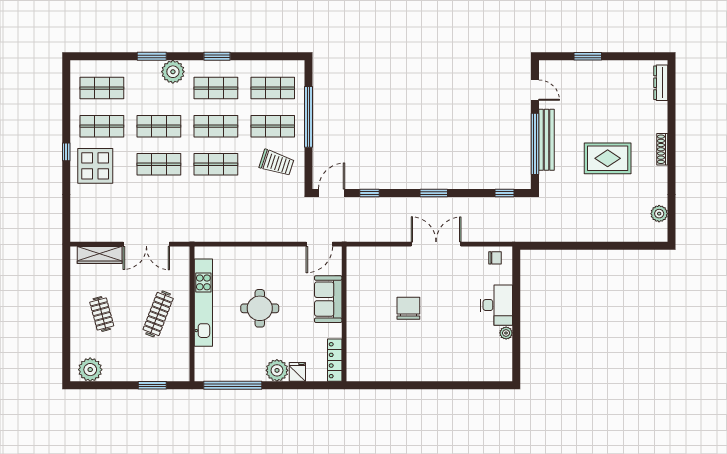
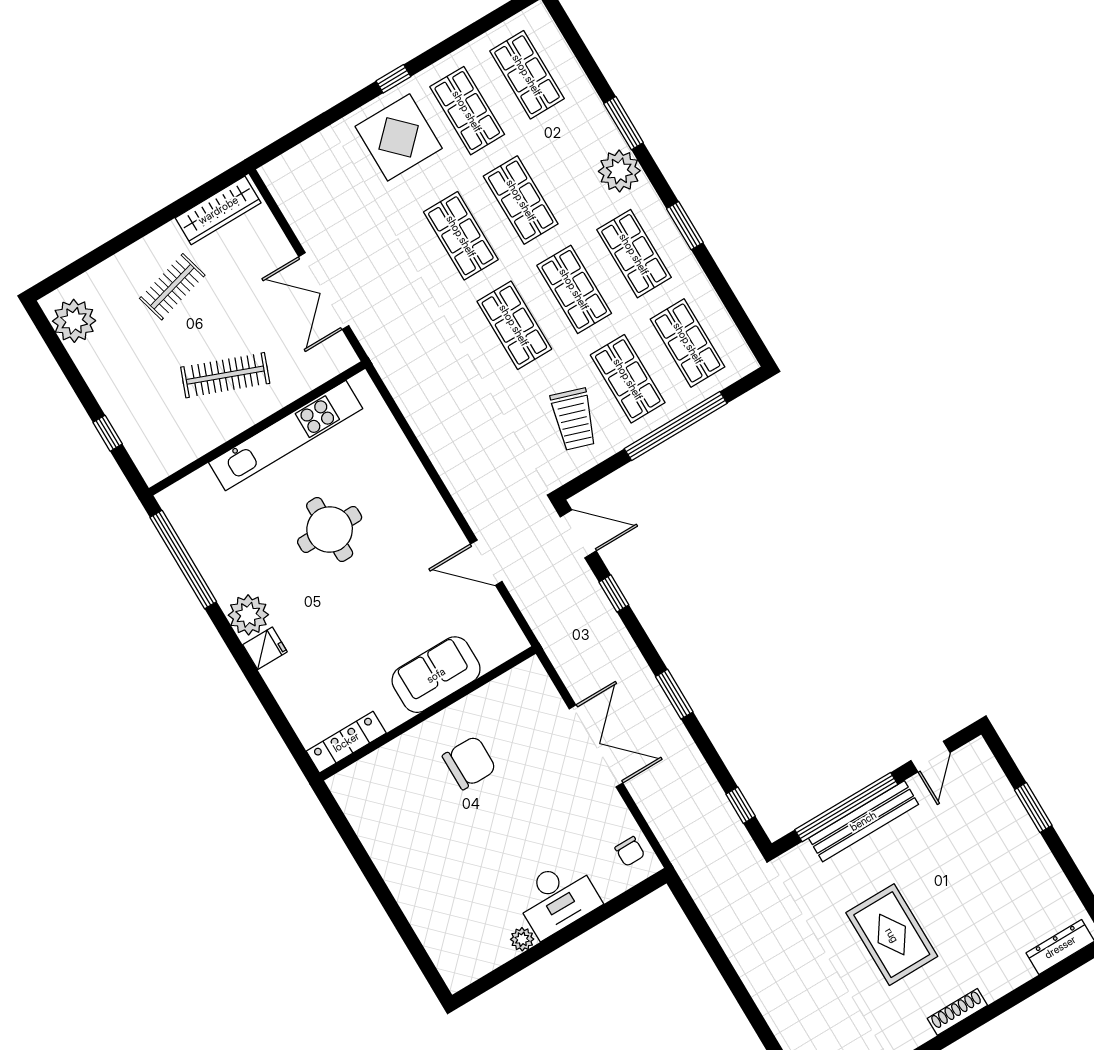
wardrobe: (100, 255) -> (218, 210), moved, turned -90
sofa: (328, 299) -> (436, 675), moved
wall: (344, 314) -> (428, 713), moved
locker: (335, 360) -> (346, 742), moved
window: (152, 385) -> (108, 433), width x0.67

